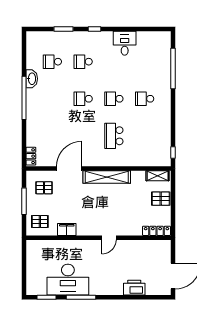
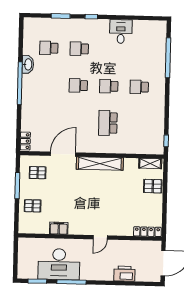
filing cabinet: (67, 230) -> (59, 228), moved
locker: (156, 231) -> (147, 232), moved
wall: (98, 238) -> (90, 237), moved
door: (109, 238) -> (100, 237), moved

